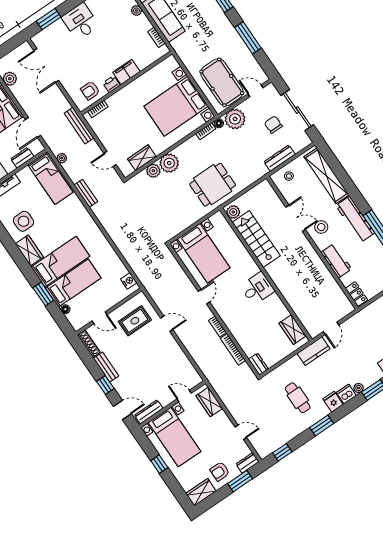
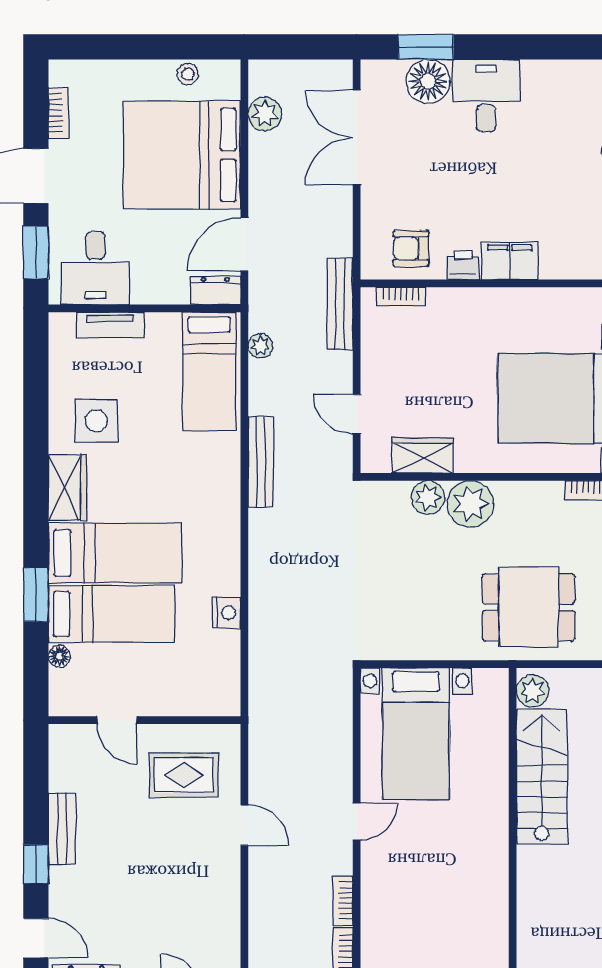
floor lamp: (57, 30) -> (428, 81), added
dresser: (22, 158) -> (215, 290), moved
bench: (86, 193) -> (261, 462), width x1.36
nightstand: (129, 281) -> (226, 613), moved
desk: (257, 288) -> (476, 879), removed
shoe rack: (89, 343) -> (60, 757), removed

